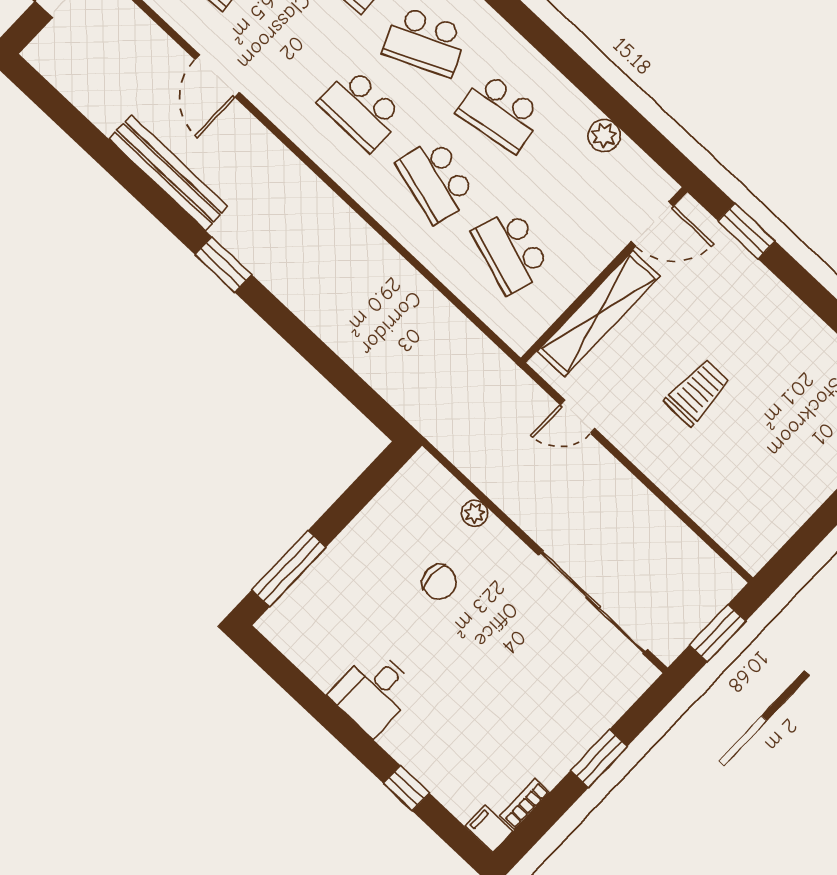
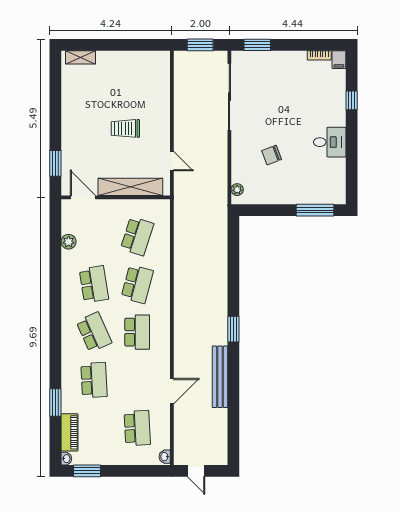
plant: (475, 513) -> (237, 190), moved
chair: (439, 582) -> (272, 155), turned -111
window: (599, 759) -> (257, 45), moved

